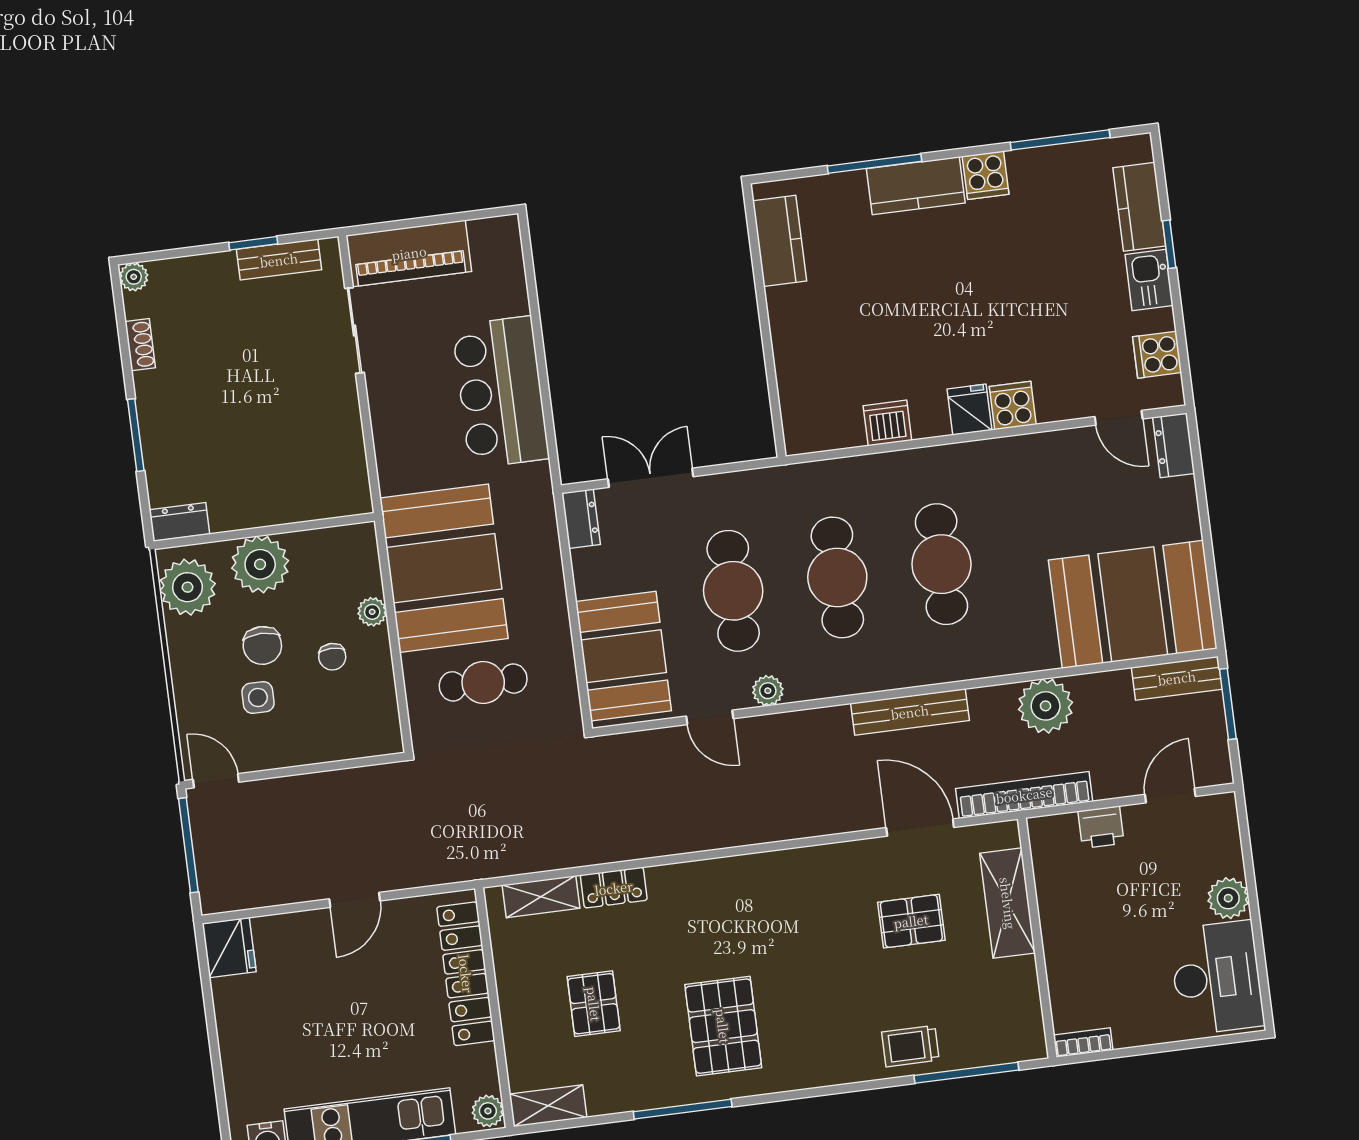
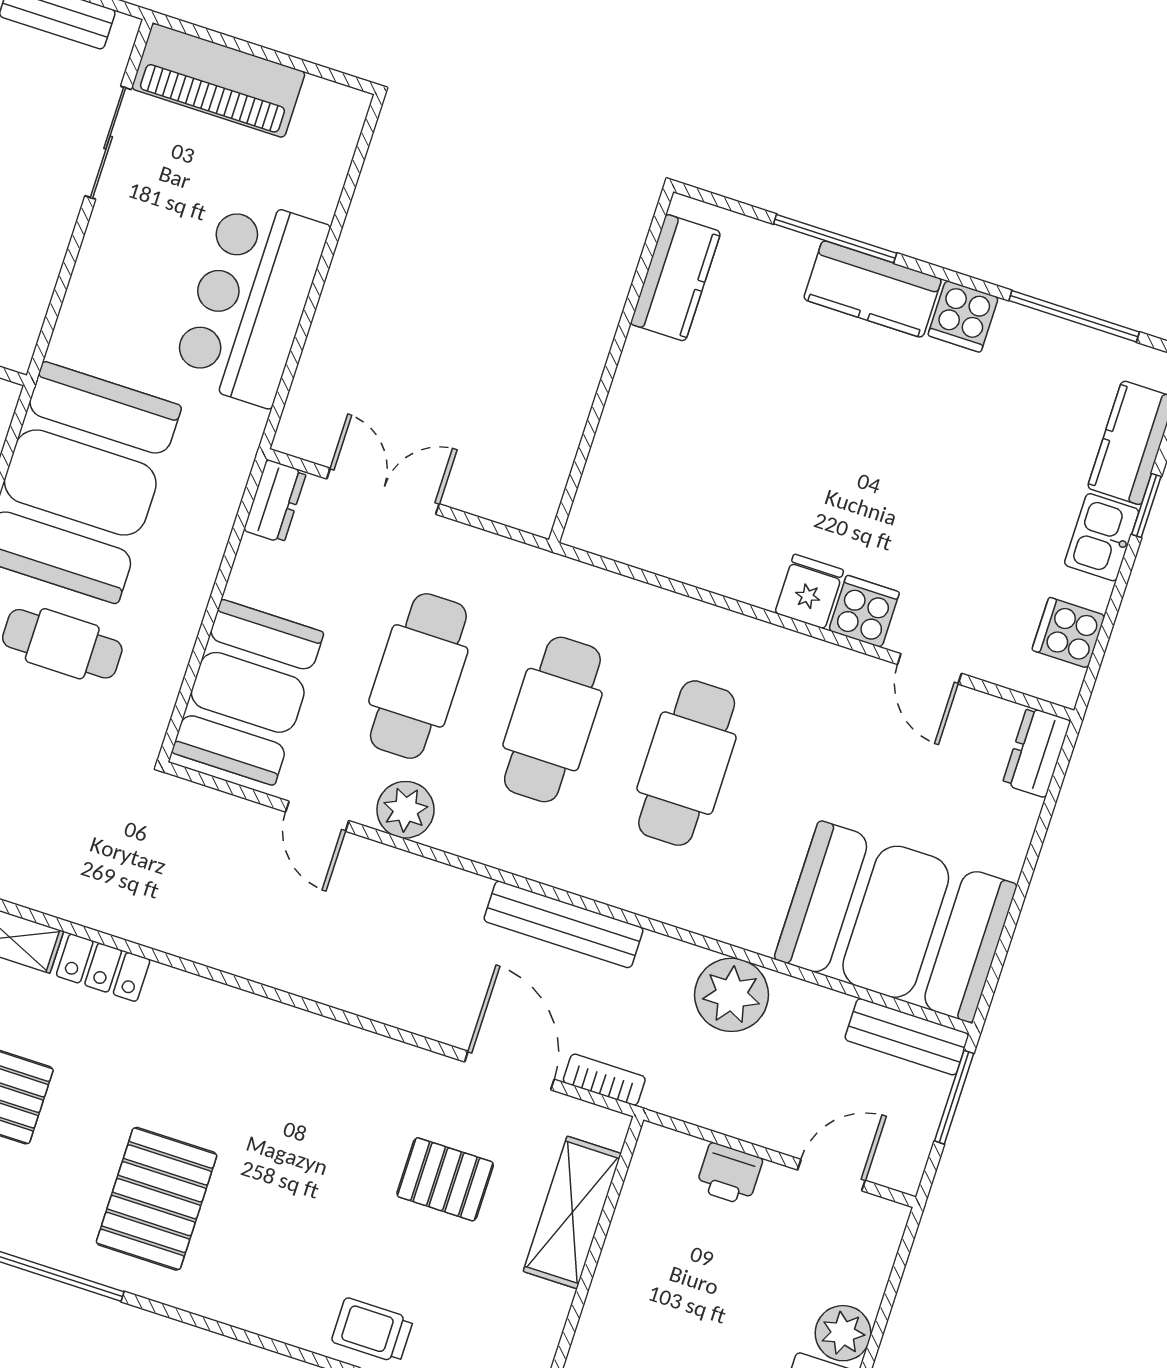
door: (1119, 418) -> (929, 669), moved
dishwasher: (887, 423) -> (702, 561), removed
plant: (768, 691) -> (405, 810), width x1.38, depth x1.38
bookcase: (1024, 795) -> (604, 1080), width x0.43, depth x0.76

